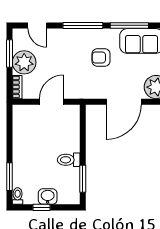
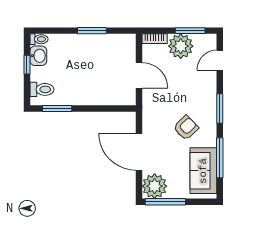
window: (83, 25) -> (220, 109), width x0.69
armchair: (101, 58) -> (186, 128), turned 46
toilet: (69, 160) -> (42, 89), moved, turned 90
window: (9, 177) -> (92, 31), moved
washbasin: (48, 197) -> (38, 56), moved

